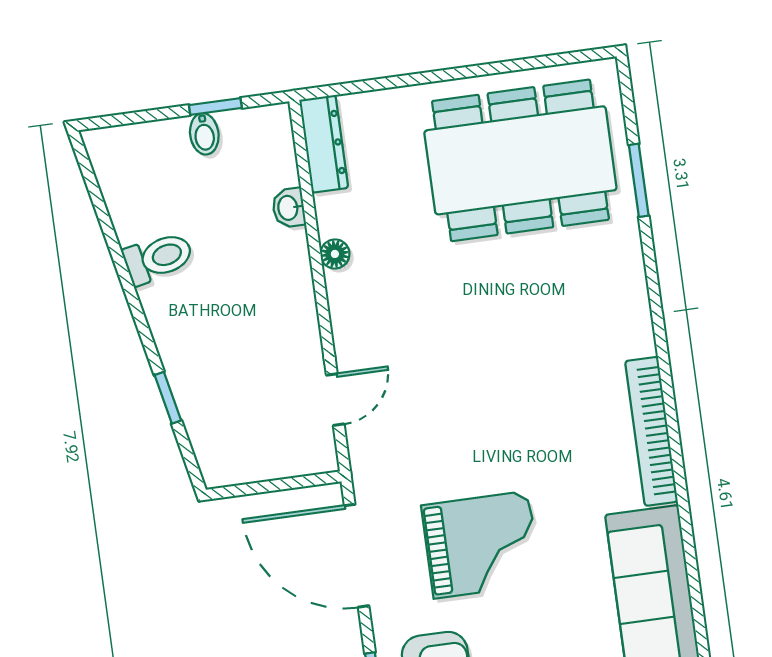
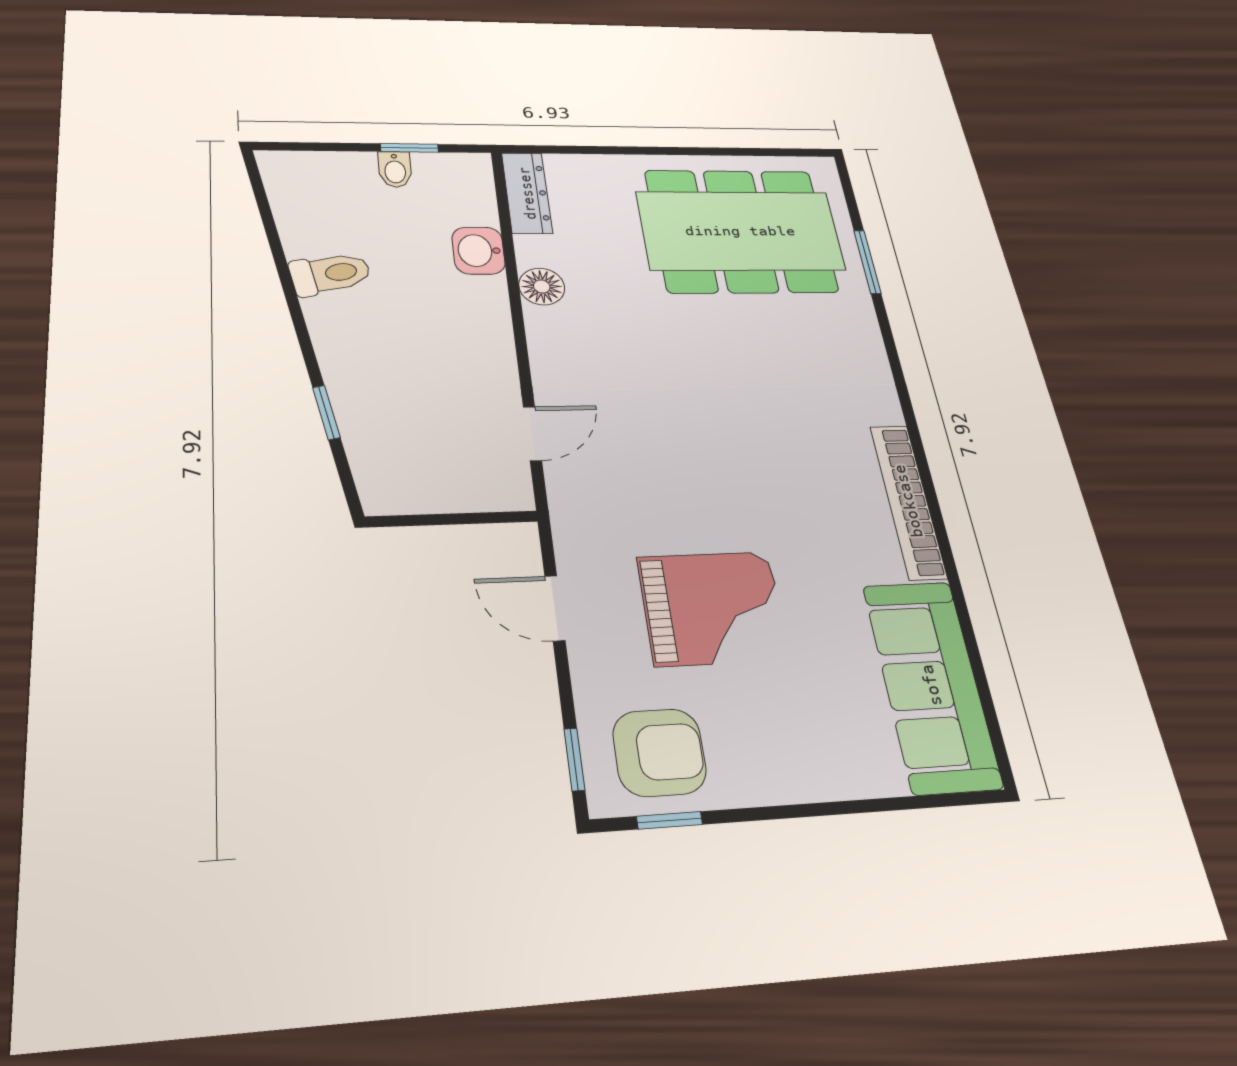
washbasin: (289, 208) -> (478, 251), width x1.38, depth x1.45
floor lamp: (335, 254) -> (542, 287), width x1.37, depth x1.37
door: (357, 556) -> (555, 608), width x0.53

